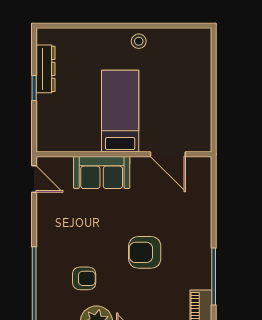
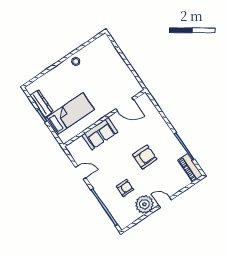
bed: (120, 111) -> (70, 114), moved, turned 90
door: (34, 179) -> (81, 173), moved
armchair: (145, 252) -> (145, 157), turned 180

